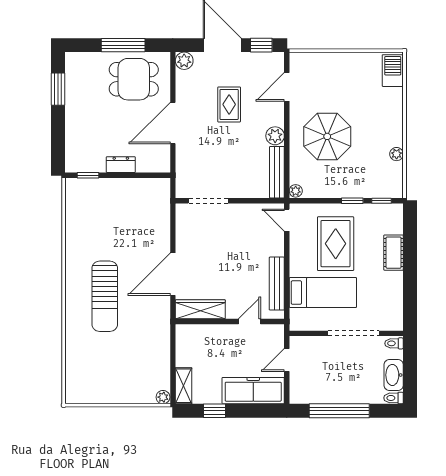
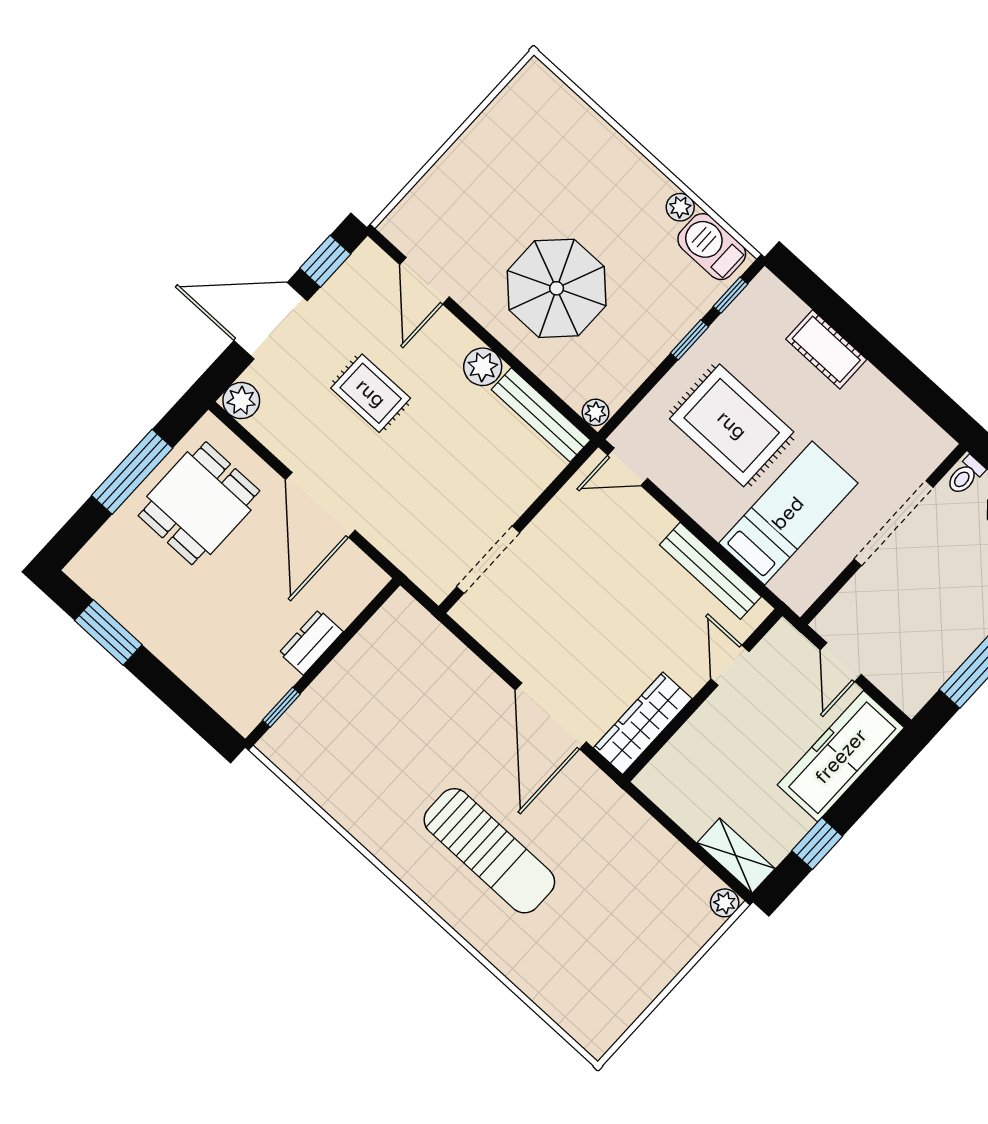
barbecue: (393, 71) -> (712, 247), moved

